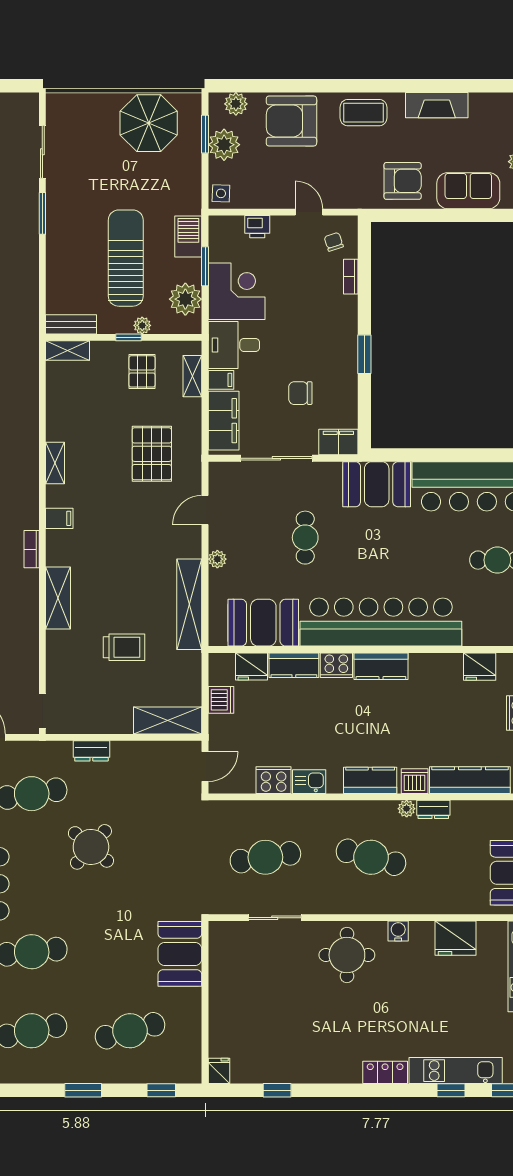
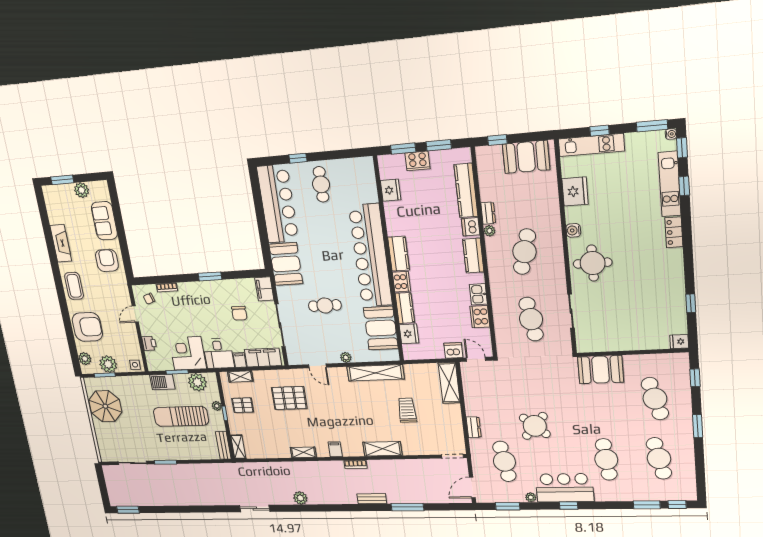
armchair: (291, 121) -> (87, 327), turned -90
dishwasher: (221, 700) -> (453, 350), moved

